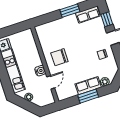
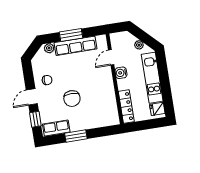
locker: (31, 43) -> (126, 107), added
chair: (59, 57) -> (72, 99), moved, turned 90
row of seats: (88, 86) -> (76, 46), width x1.48

